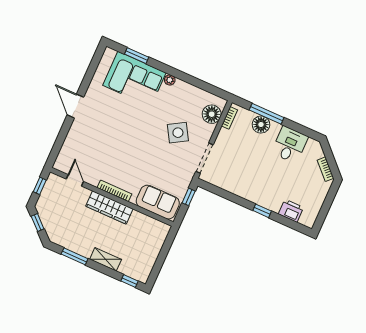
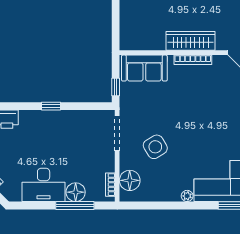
desk: (290, 145) -> (44, 185), width x1.37
window: (262, 211) -> (51, 106), moved

